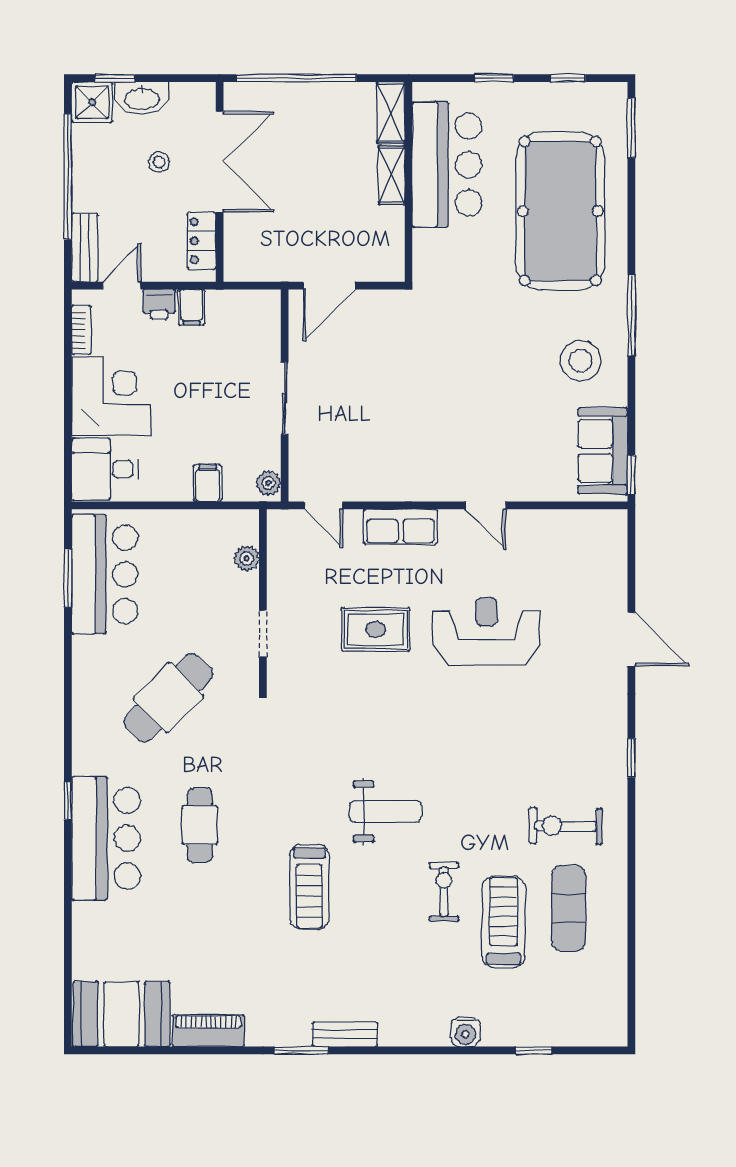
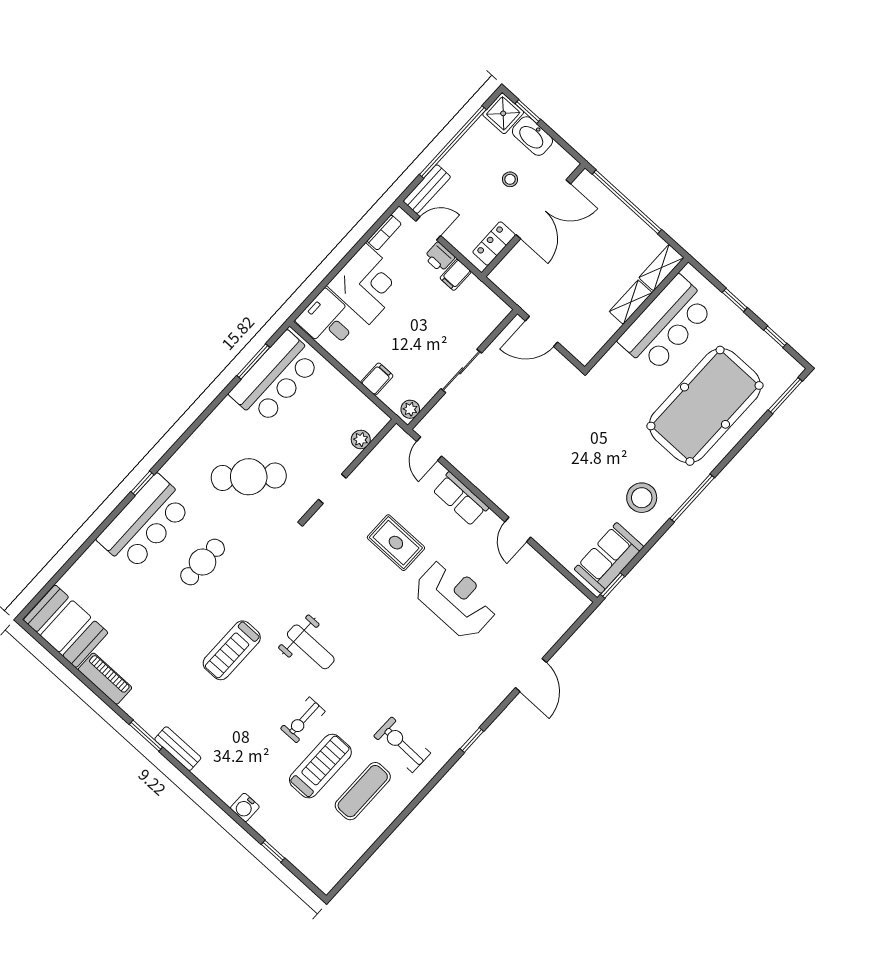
exercise bike: (444, 892) -> (303, 720), turned 180

